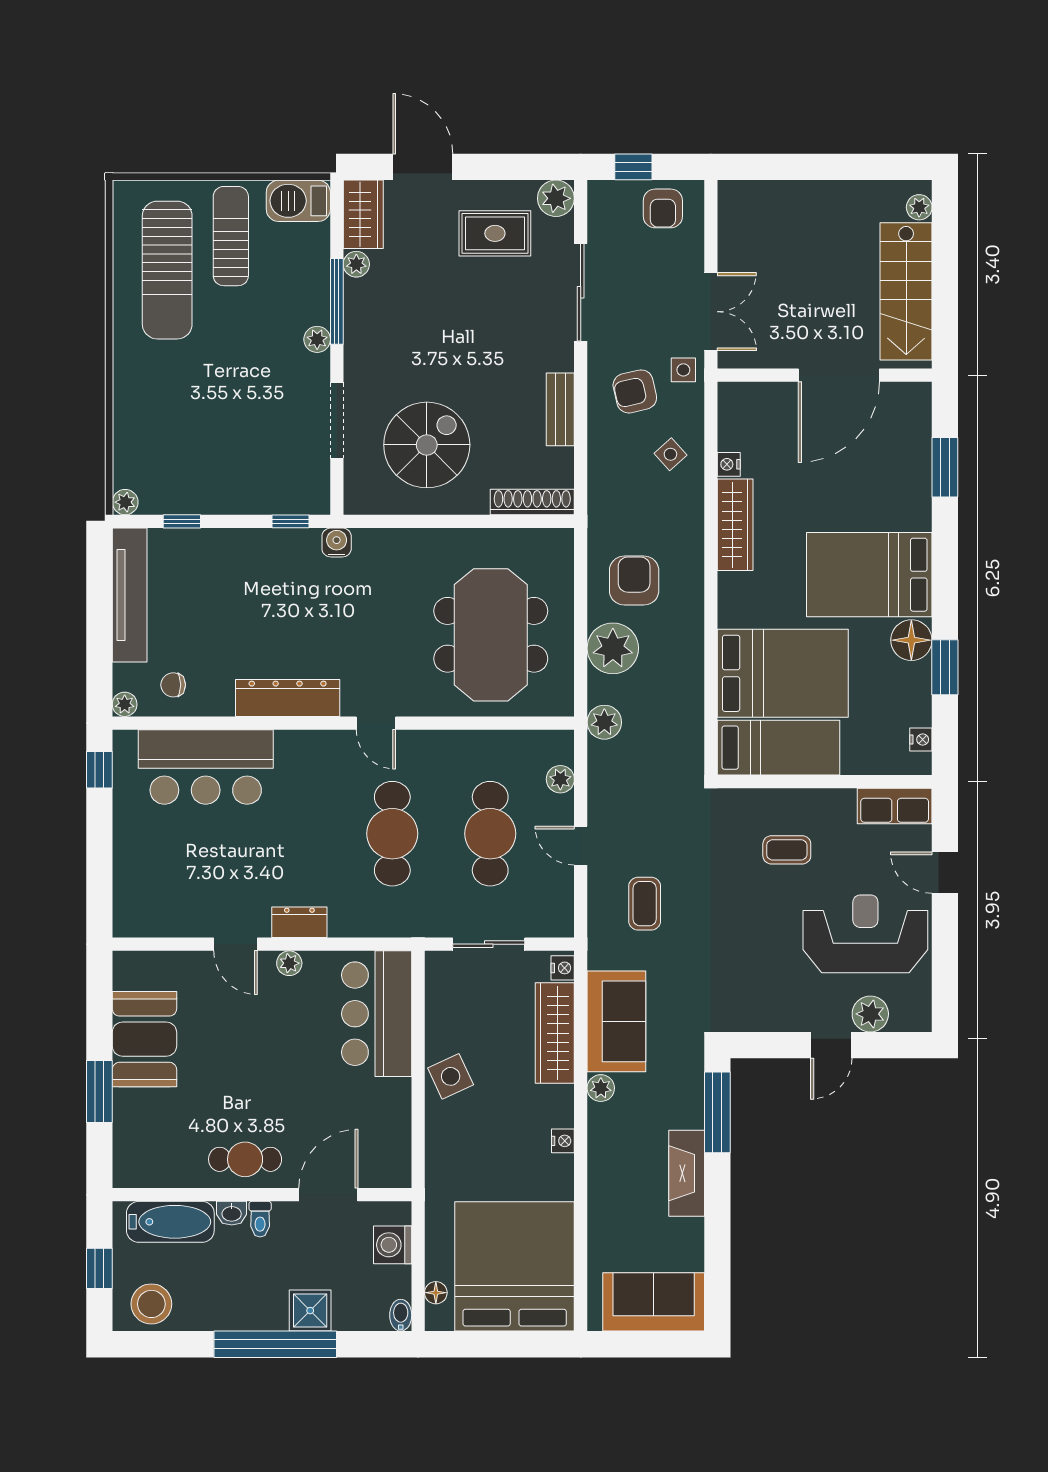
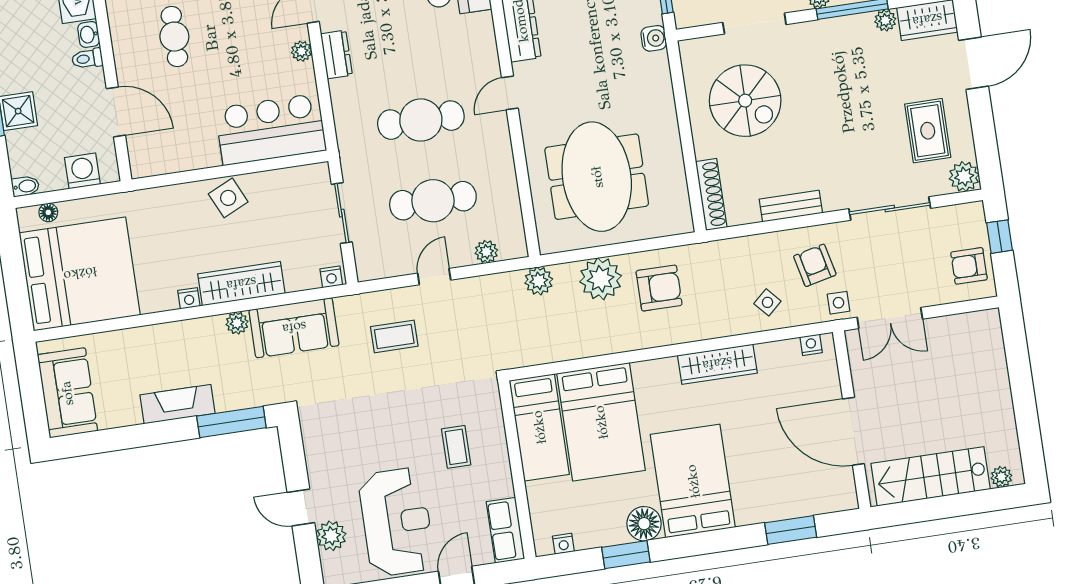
nightstand: (729, 464) -> (811, 345), moved
meeting table: (491, 635) -> (597, 177), turned 90
wardrobe: (555, 1033) -> (241, 284), moved
cafe table: (245, 1159) -> (174, 37), moved

